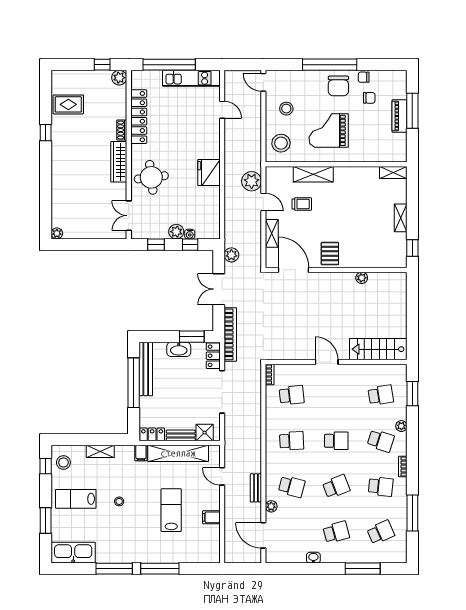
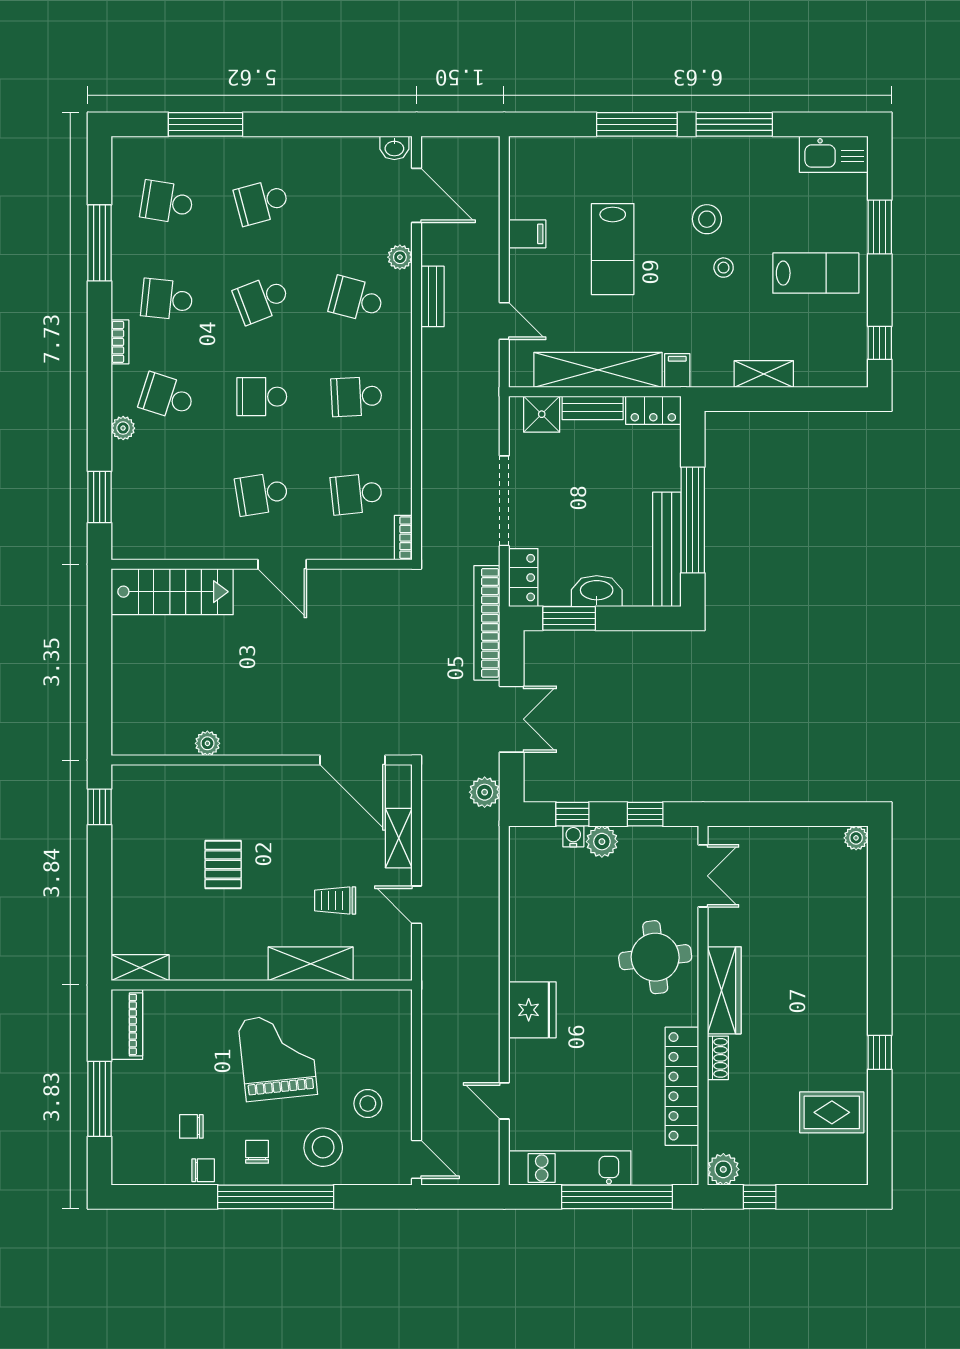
chair: (338, 86) -> (257, 1152), width x0.54, depth x0.54
piano: (400, 116) -> (127, 1024), moved
grand piano: (329, 130) -> (278, 1057), turned -96
stool: (281, 143) -> (323, 1147), moved
fridge: (209, 173) -> (532, 1010), moved
plant: (252, 181) -> (442, 949), removed
shelving: (401, 218) -> (125, 871), removed
pallet: (330, 254) -> (223, 865), moved
school desk: (381, 395) -> (262, 494), moved
stool: (63, 462) -> (707, 219), moved
school desk: (381, 532) -> (167, 202), turned 33
kitchen sink: (73, 553) -> (834, 154), width x0.73, depth x0.81
washbasin: (313, 558) -> (394, 148), moved

